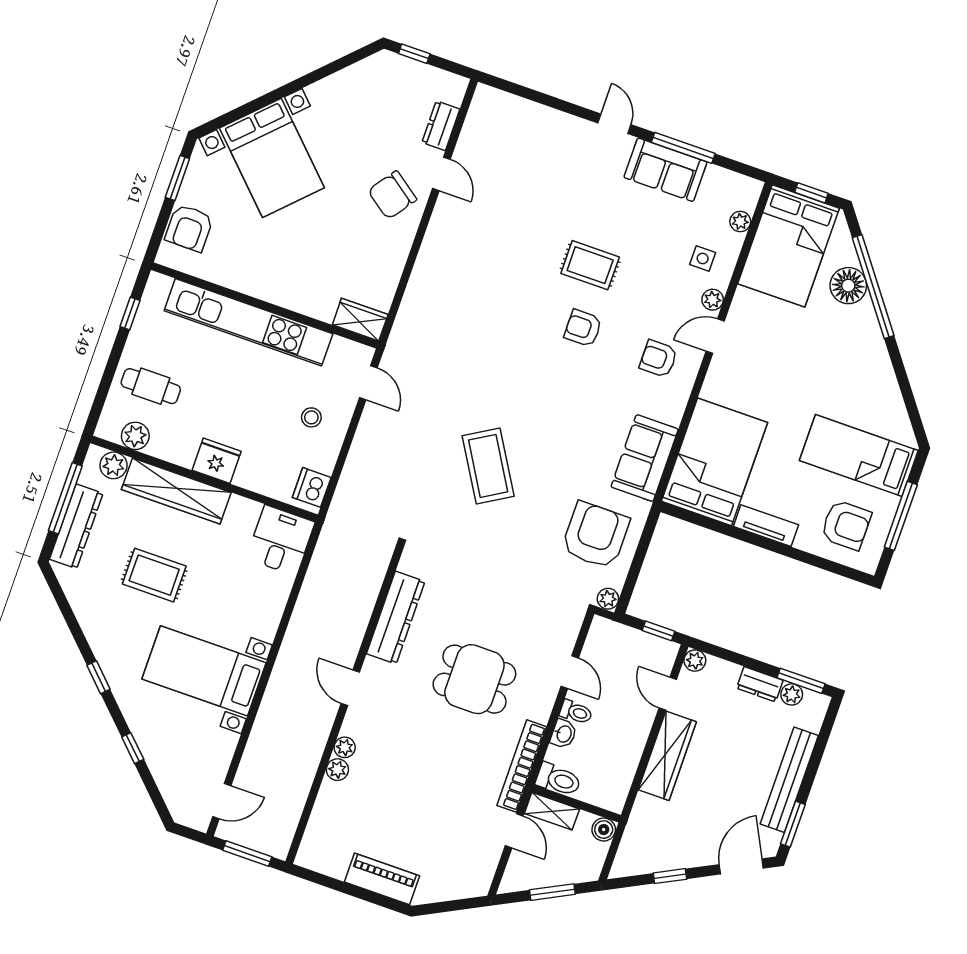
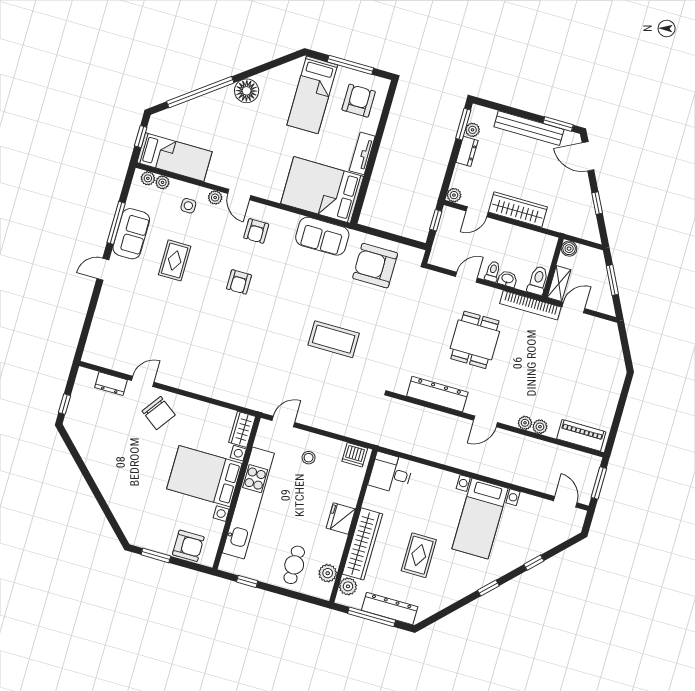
bed with nightstands: (272, 158) -> (204, 476), moved, turned -135
bed: (788, 246) -> (175, 157), width x0.67
rug: (590, 265) -> (175, 260), moved
floor lamp: (848, 286) -> (247, 91), moved
coffee table: (488, 466) -> (334, 339), turned 31
plant: (608, 599) -> (148, 178), moved
piano: (382, 879) -> (581, 435), moved, turned 90

